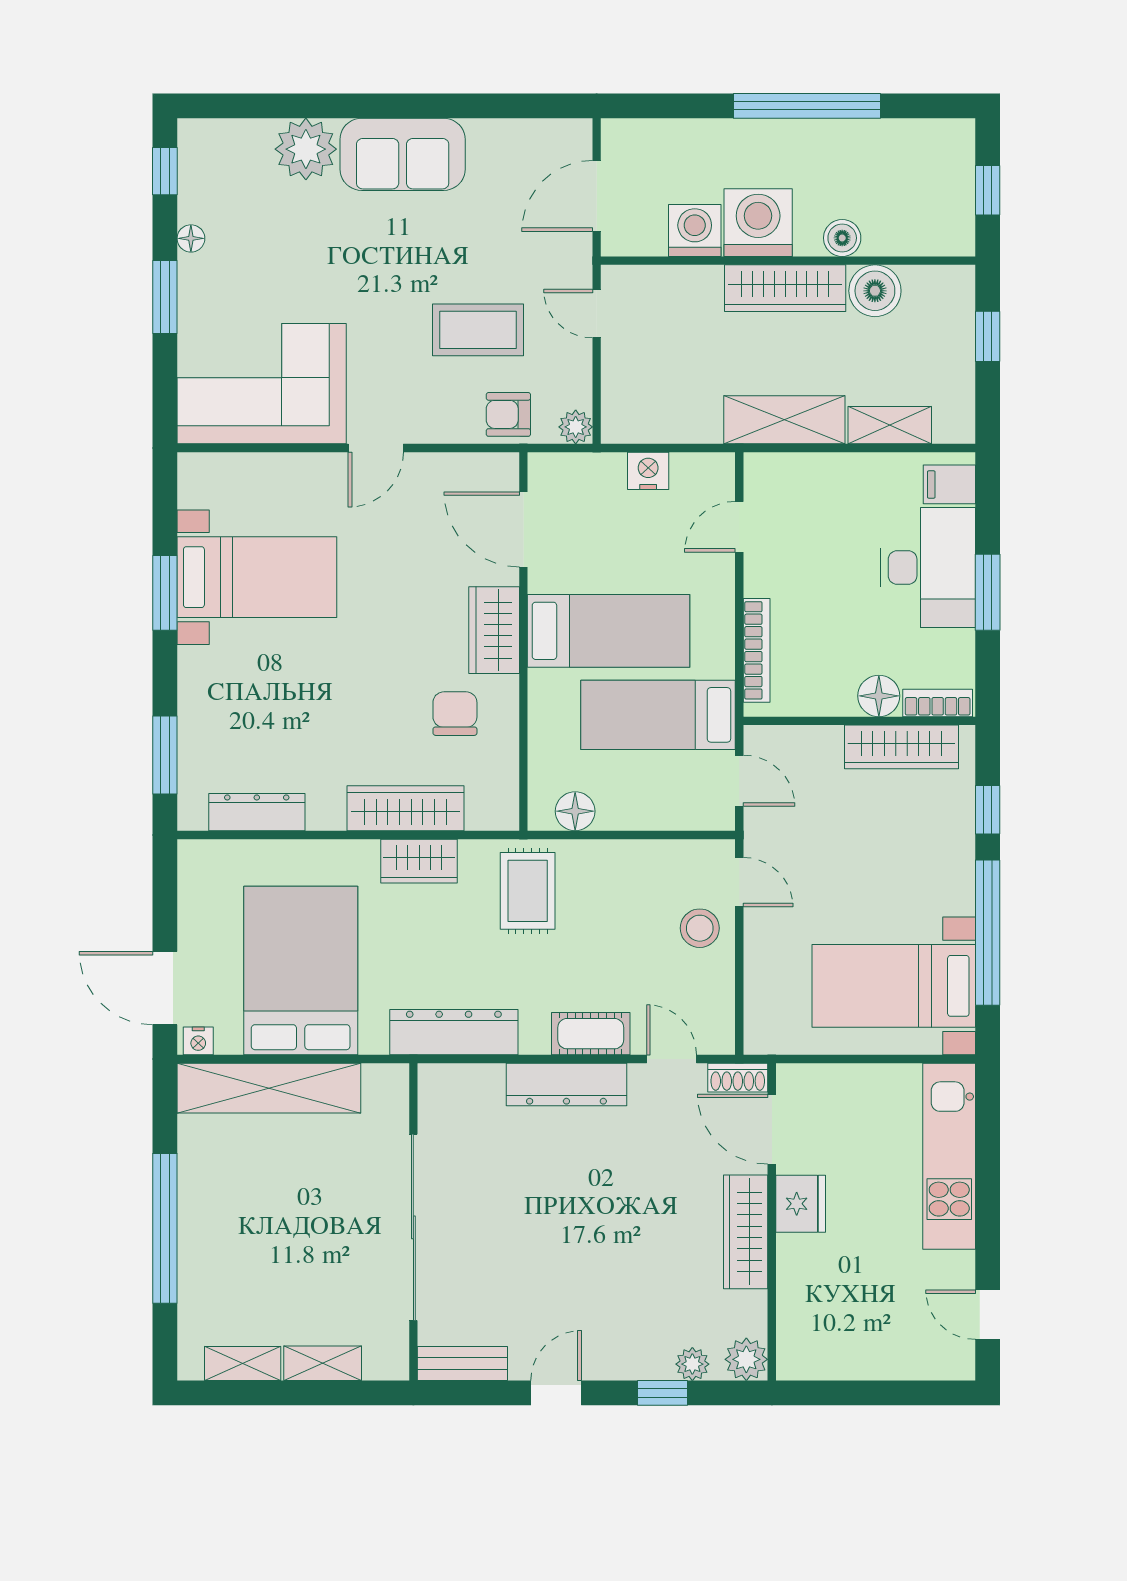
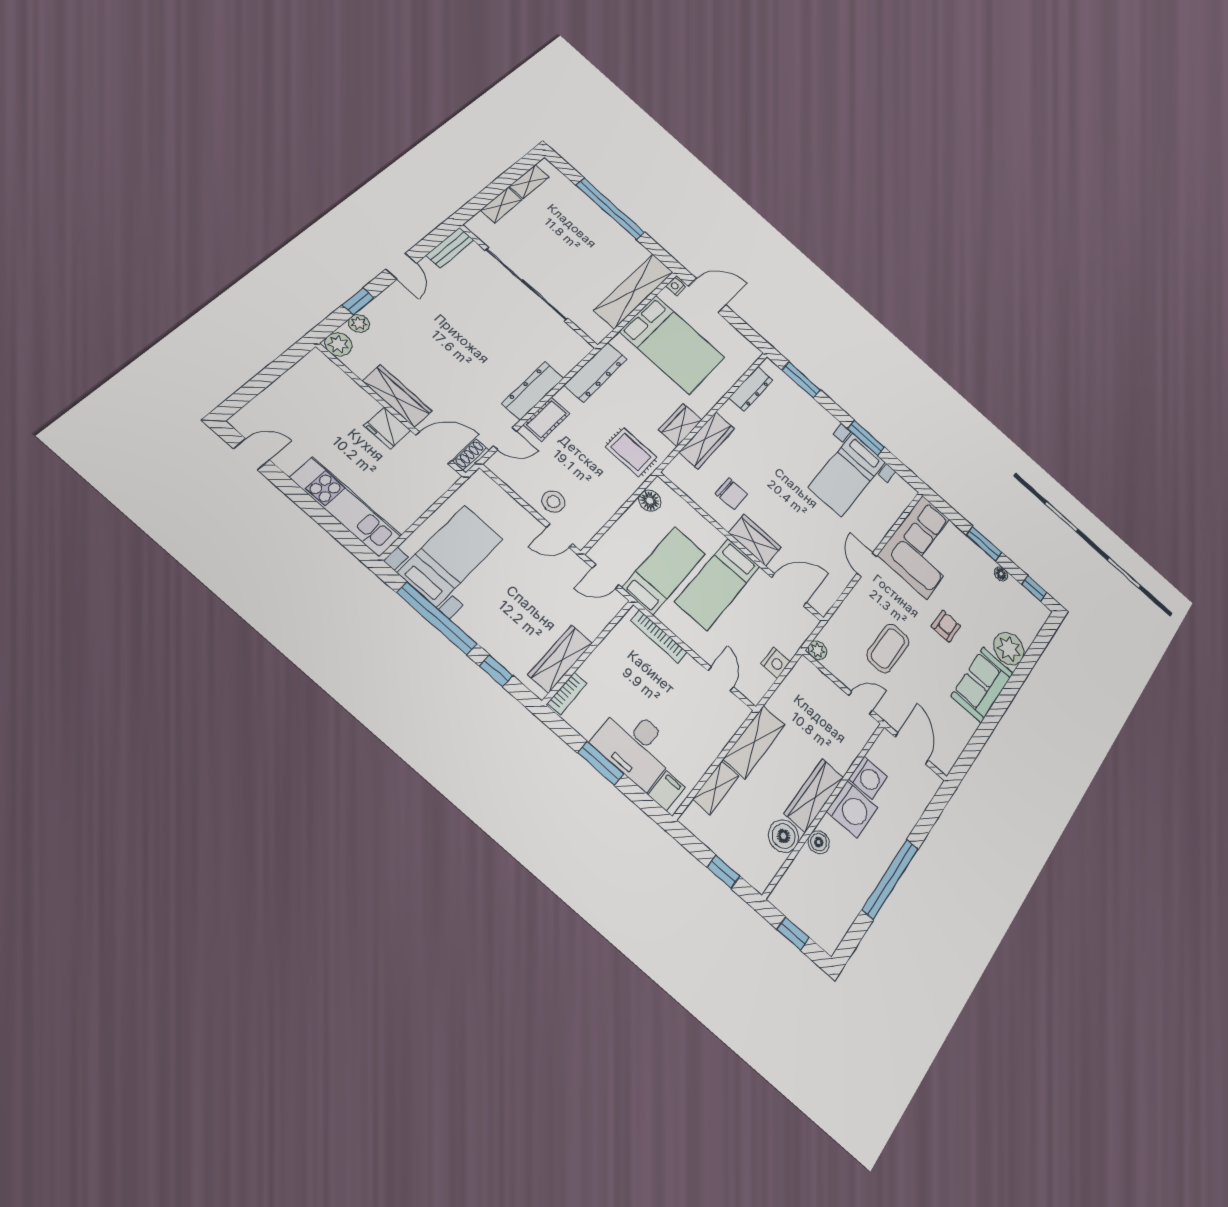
armchair: (508, 414) -> (946, 626), moved
floor lamp: (879, 696) -> (593, 670), removed

